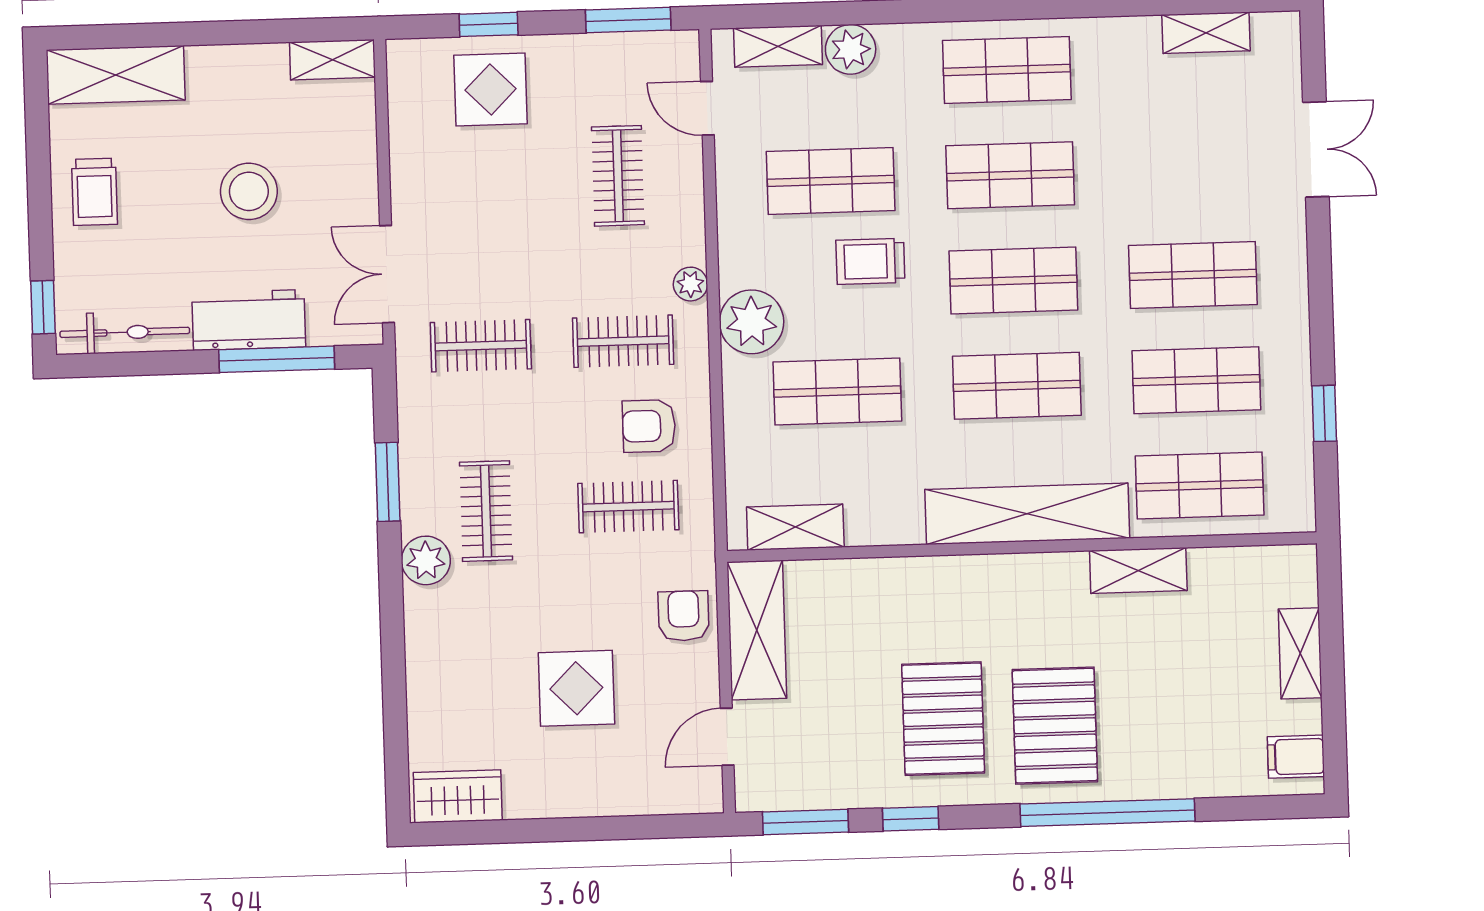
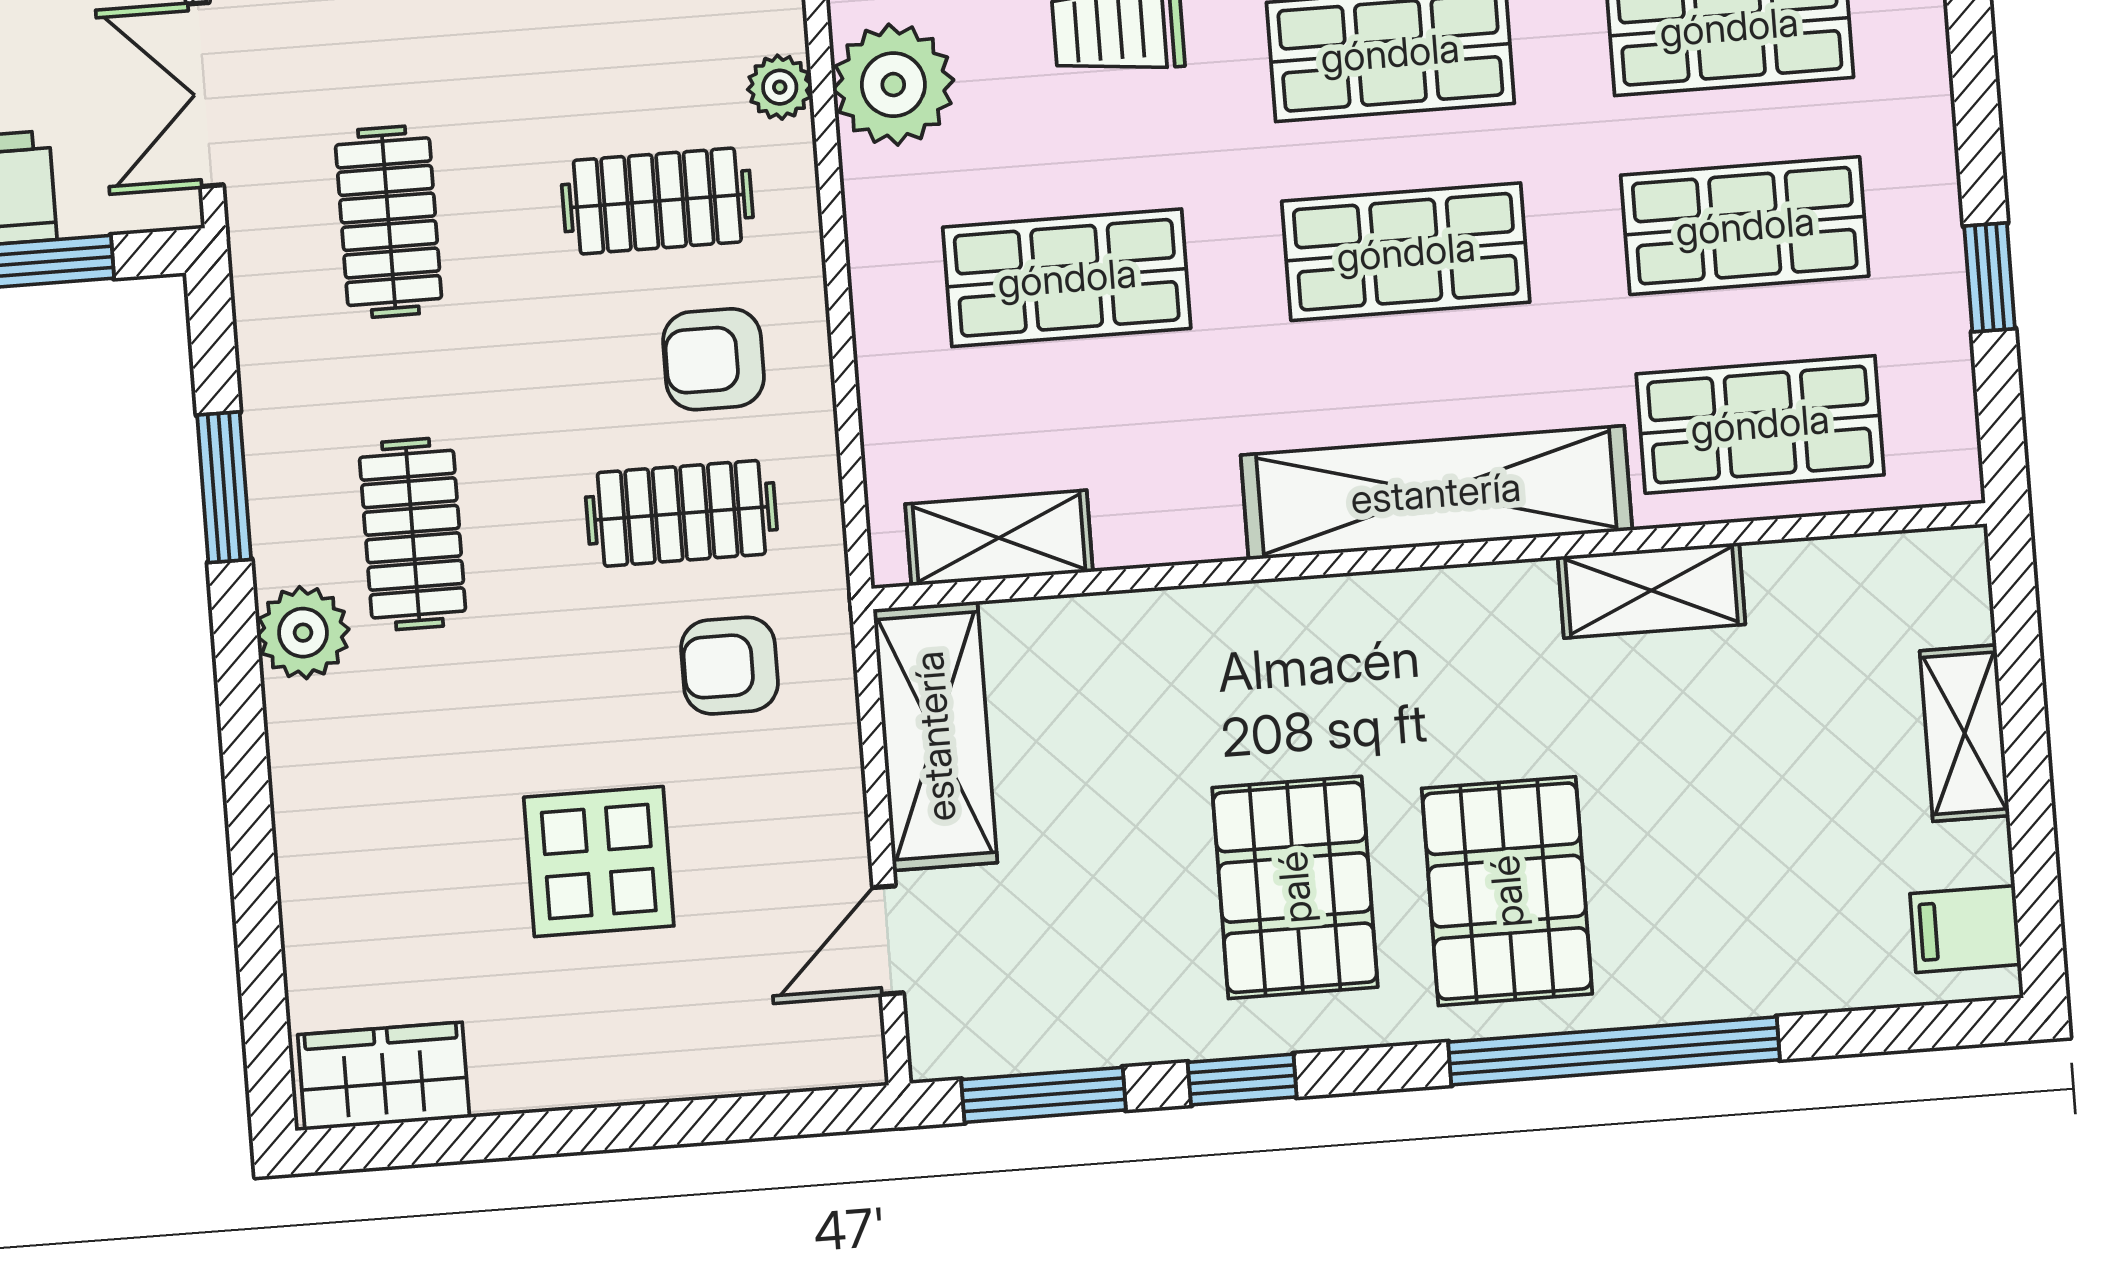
plant: (752, 322) -> (893, 85), moved
clothes rail: (481, 346) -> (389, 222), turned 90
armchair: (684, 616) -> (729, 666), moved, turned -90

